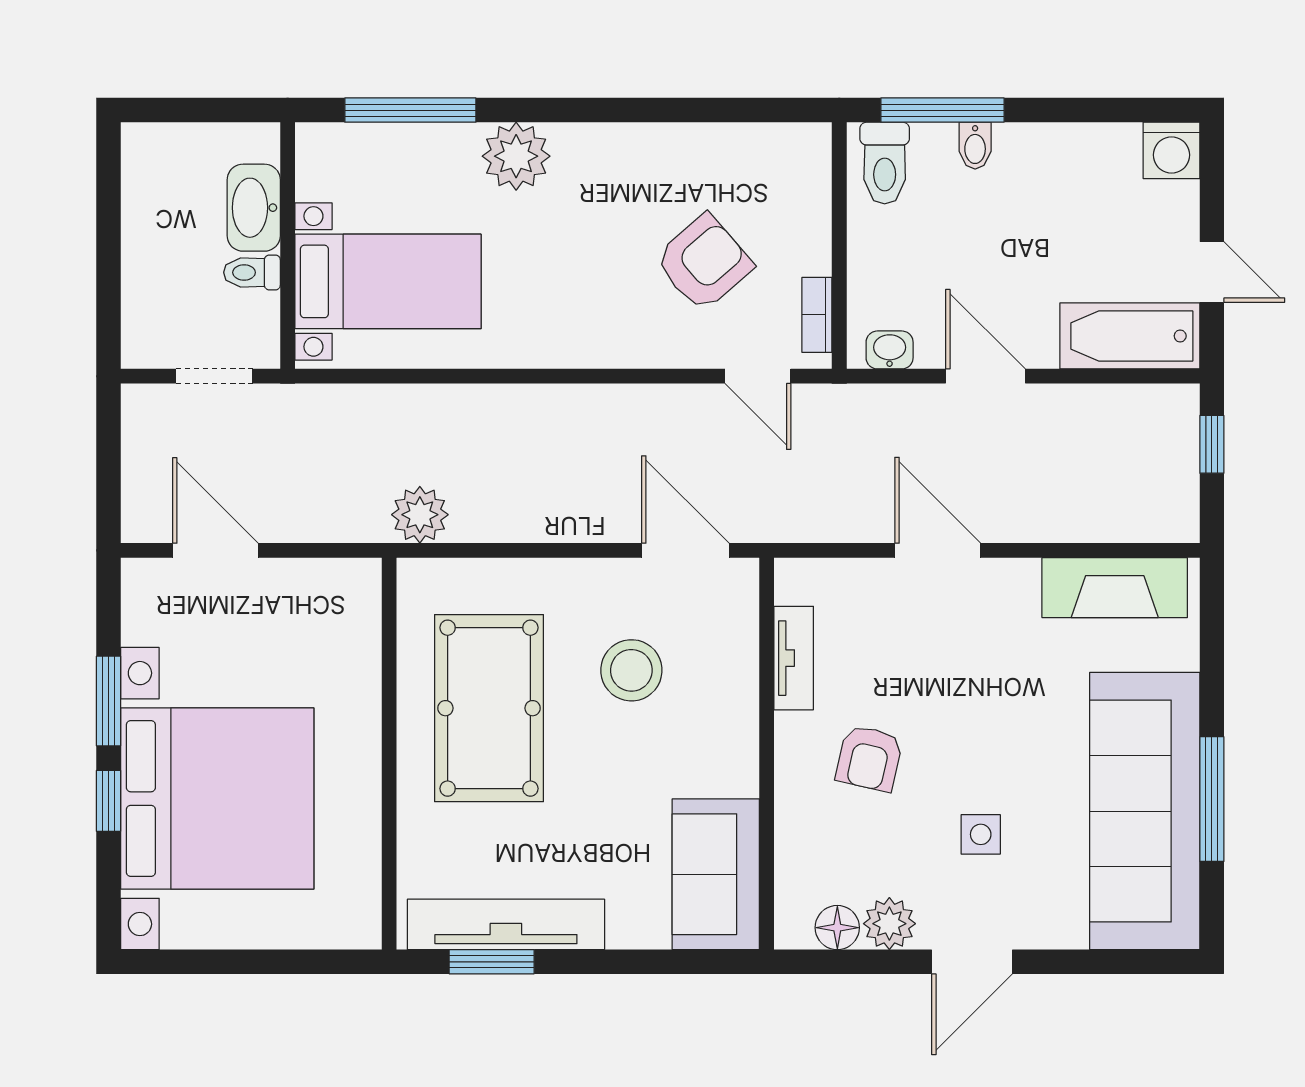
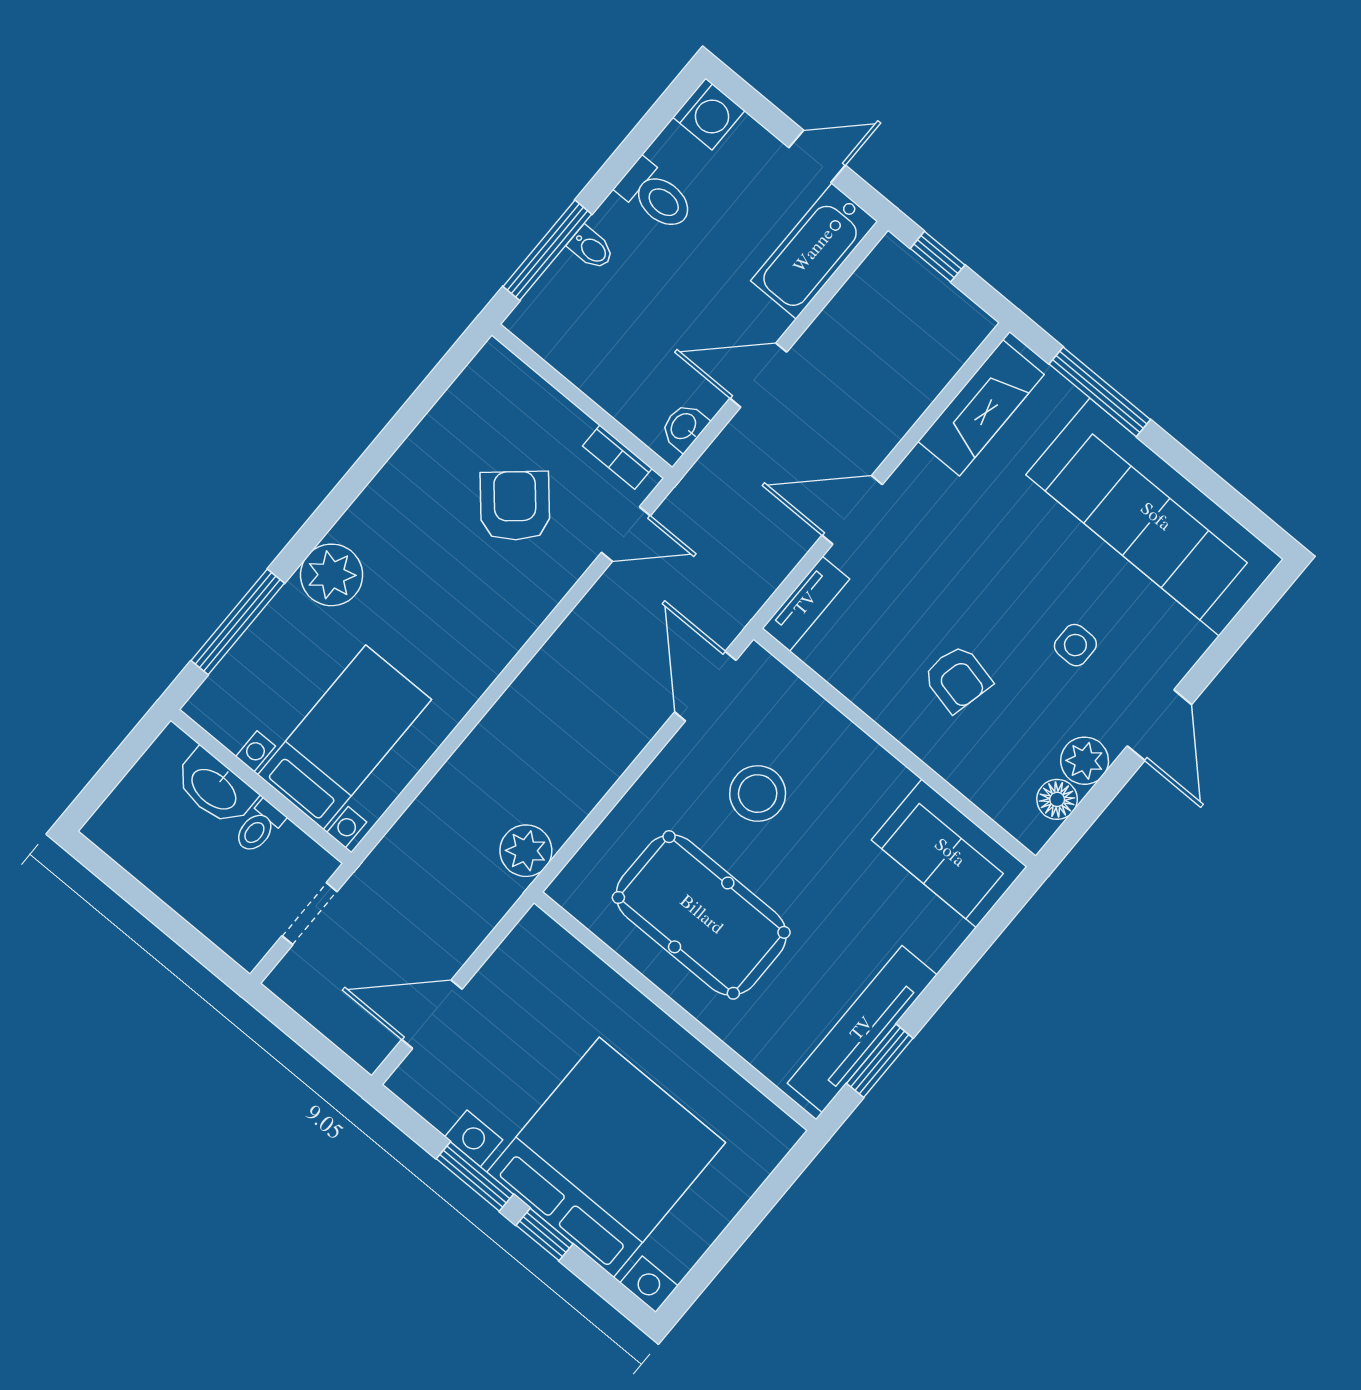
toilet: (885, 163) -> (656, 196), moved
door: (685, 550) -> (705, 686), hinge flipped
tv unit: (794, 658) -> (806, 604), moved, turned 90
window: (1212, 799) -> (1100, 392), moved

